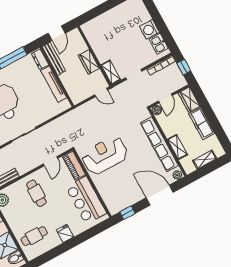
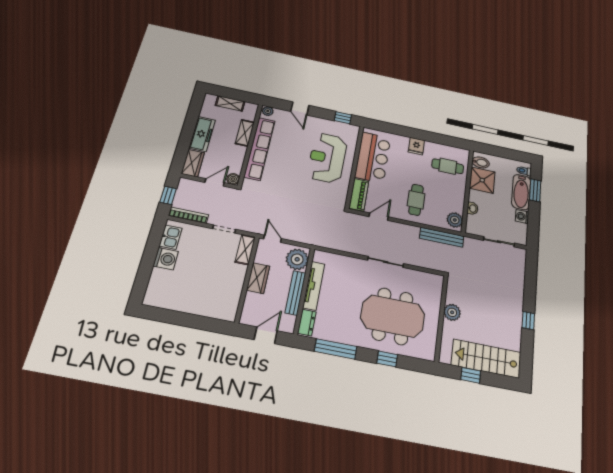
bench: (54, 59) -> (295, 293), moved
plant: (76, 92) -> (297, 259), added
reception desk: (105, 155) -> (327, 158), moved, turned 90
door: (160, 195) -> (300, 108), width x0.53

